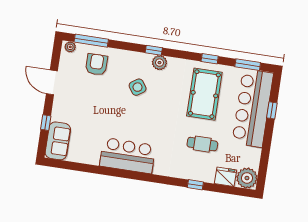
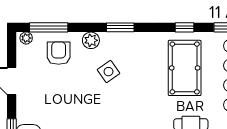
window: (154, 50) -> (120, 27), width x1.50
plant: (159, 63) -> (91, 40), moved

